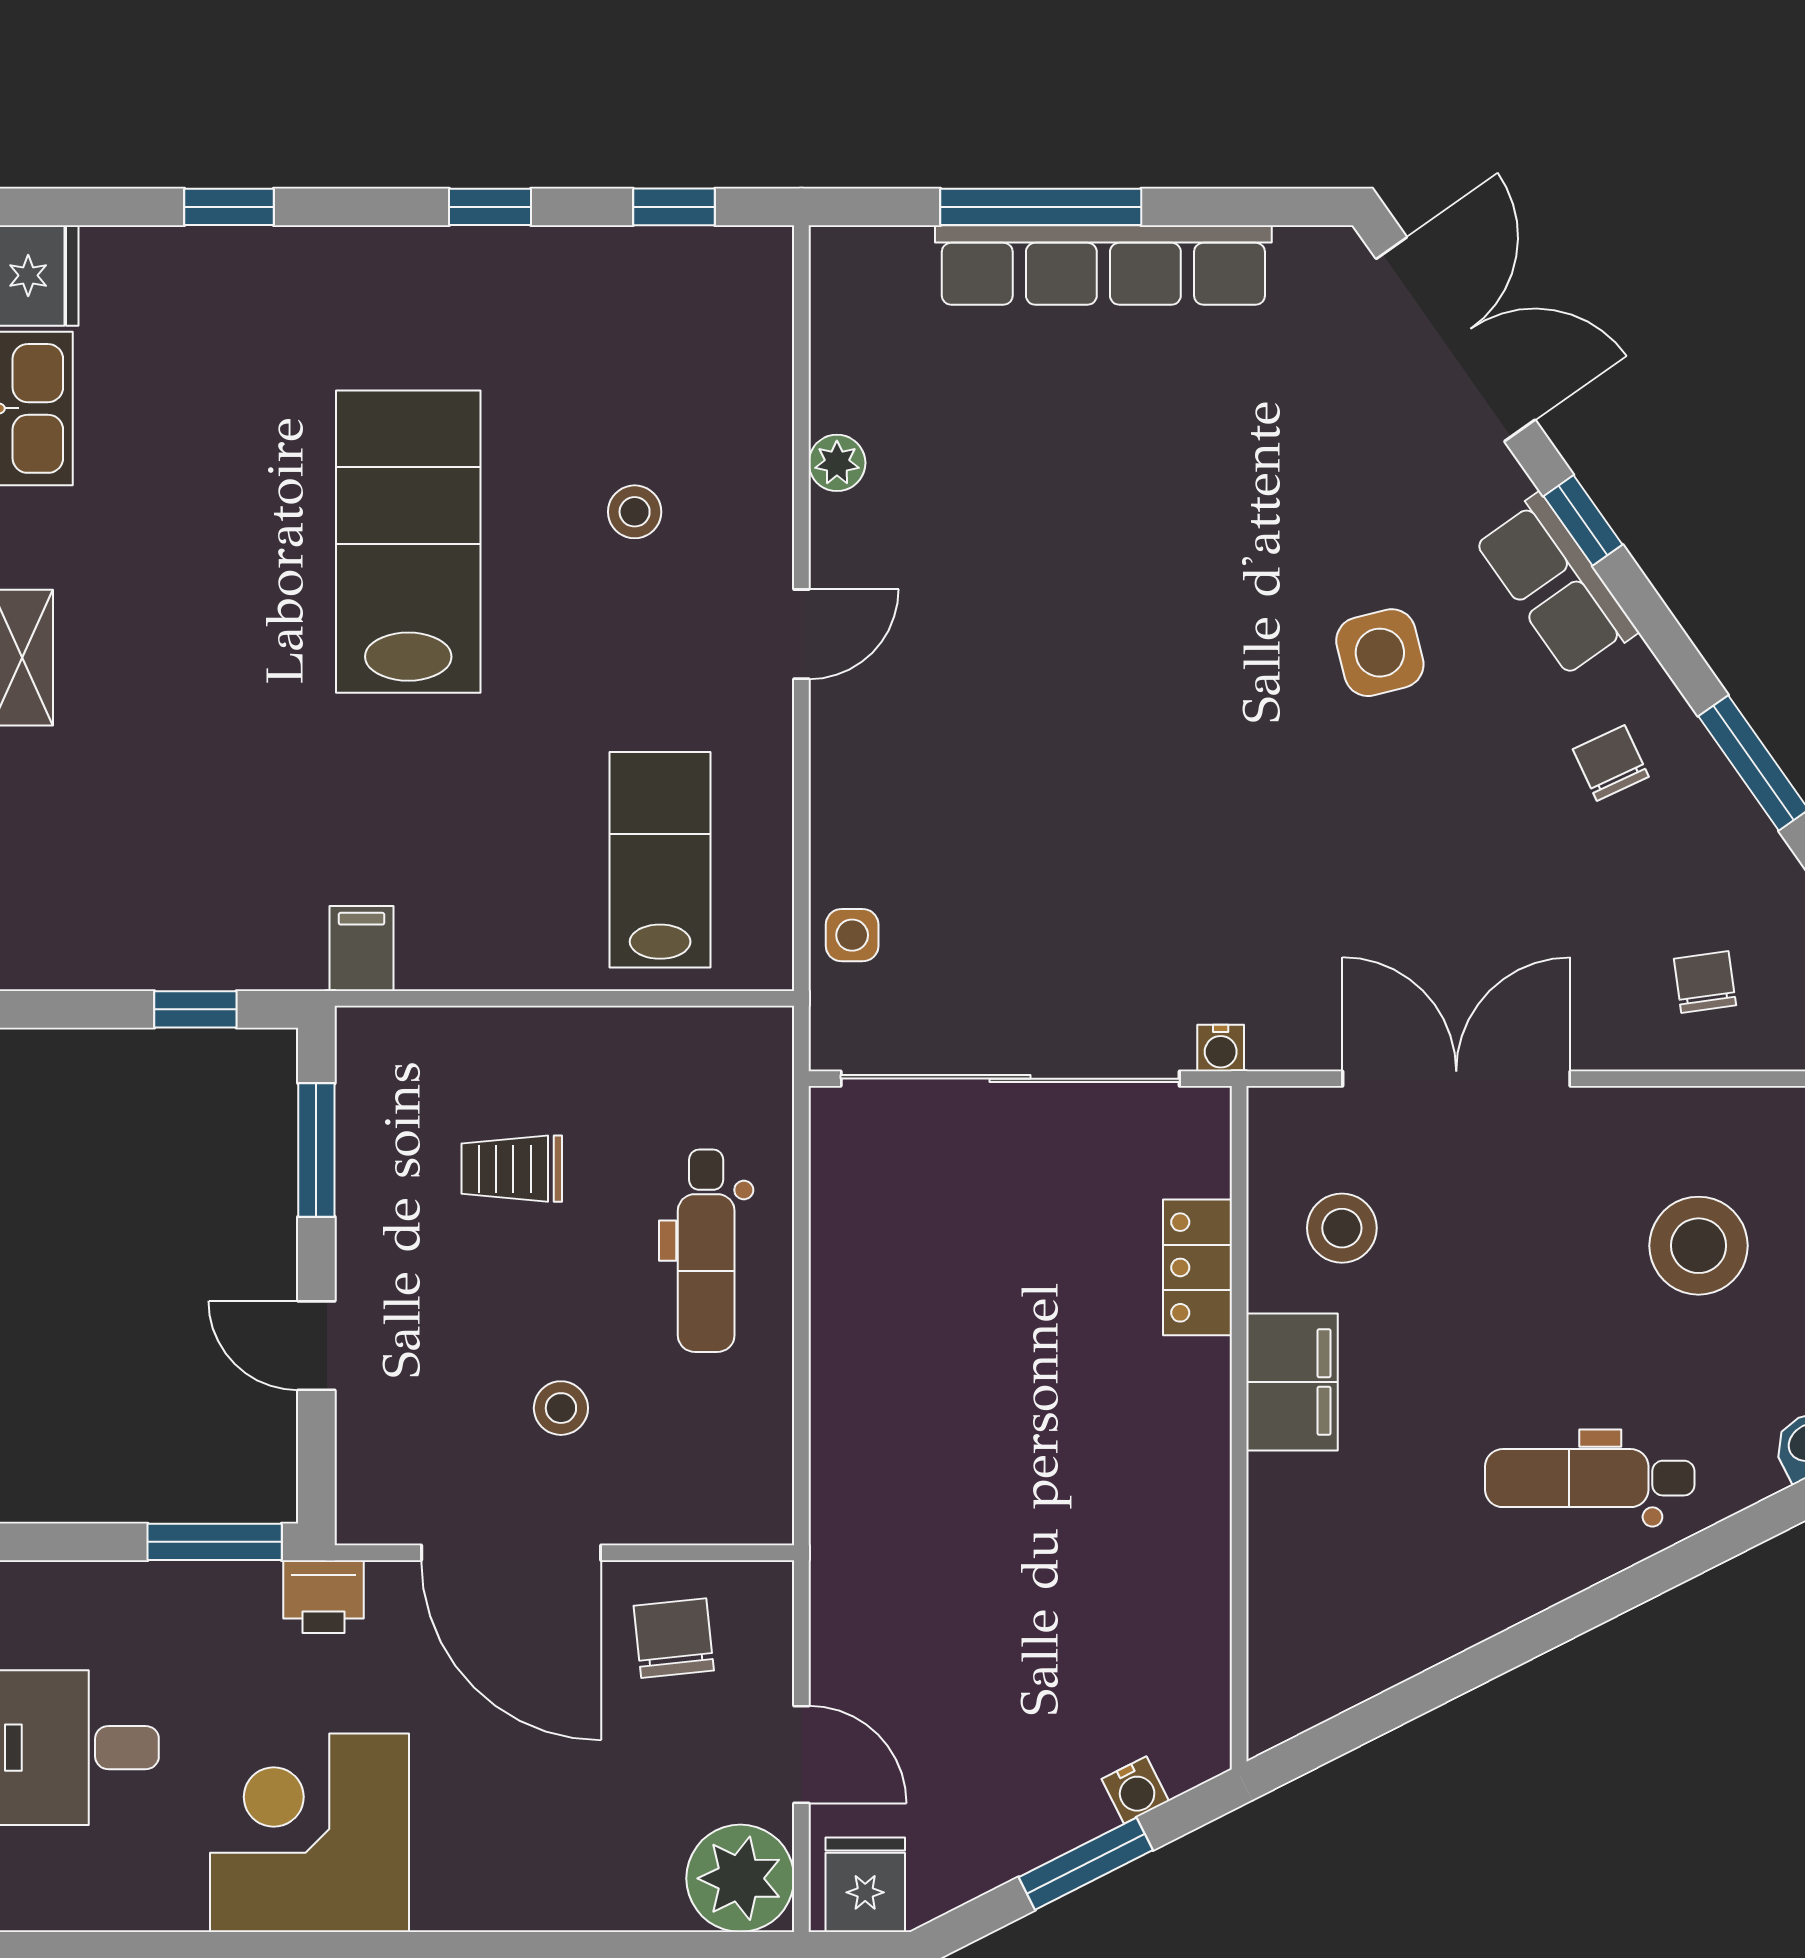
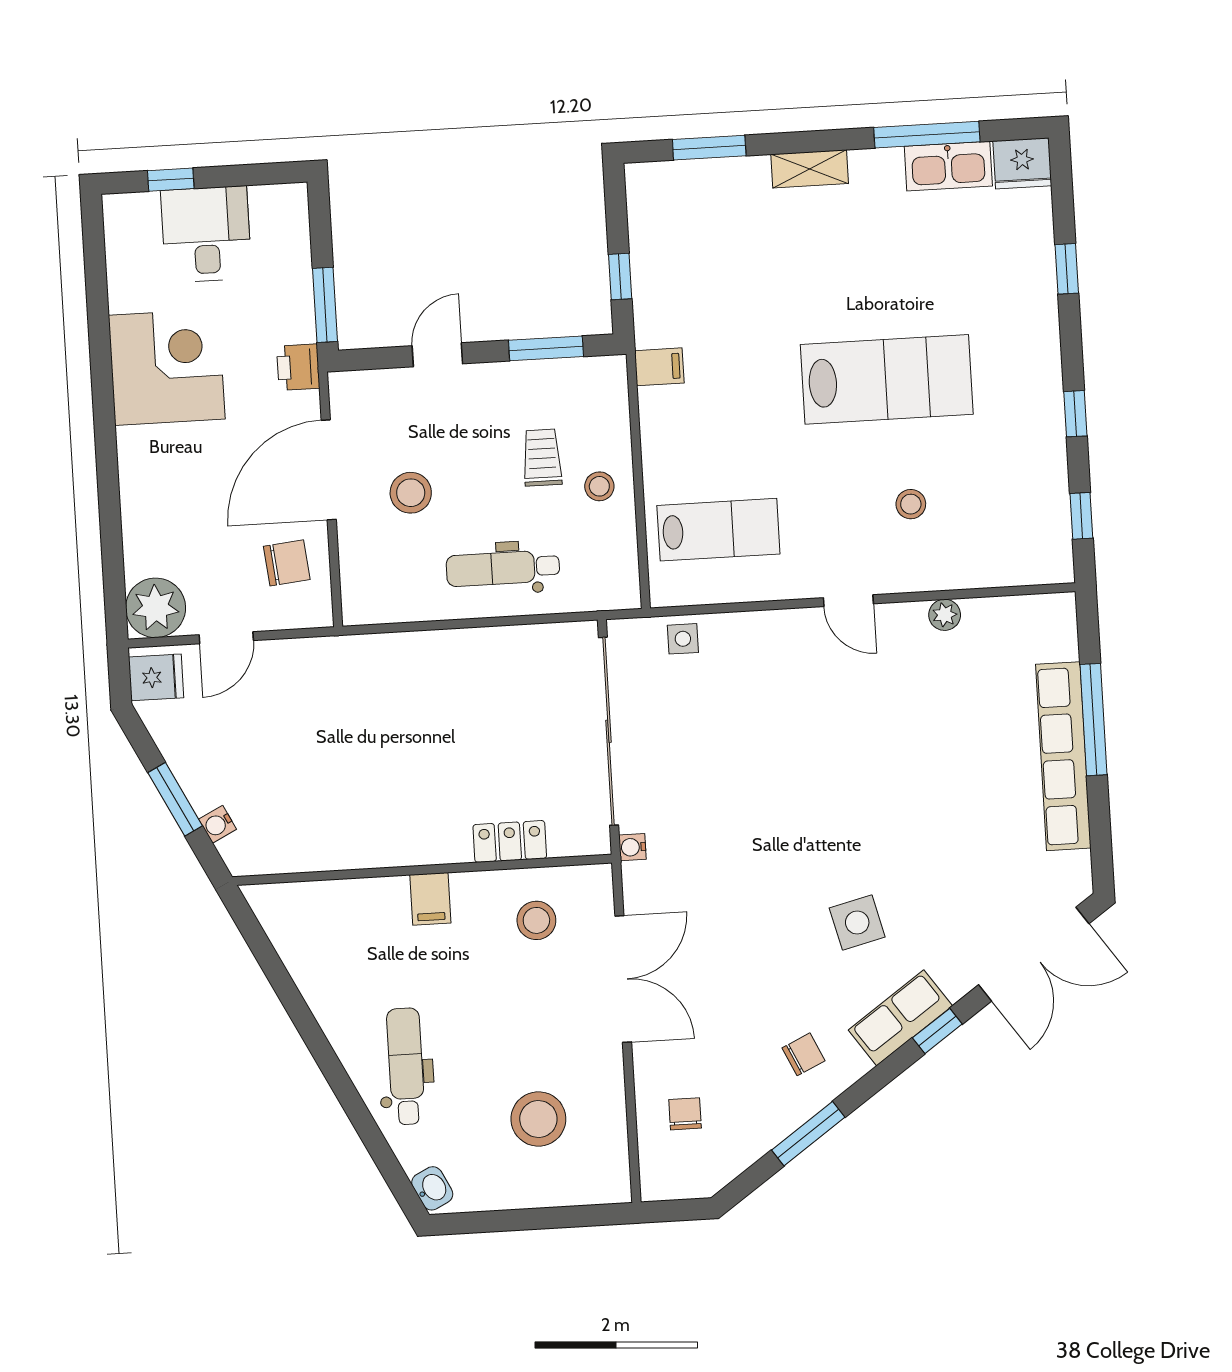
chair: (1705, 982) -> (685, 1114), turned -82
stool: (570, 1069) -> (599, 486), added
filing cabinet: (1292, 1382) -> (430, 899), width x0.50
stool: (561, 1408) -> (411, 493), width x1.37, depth x1.37

